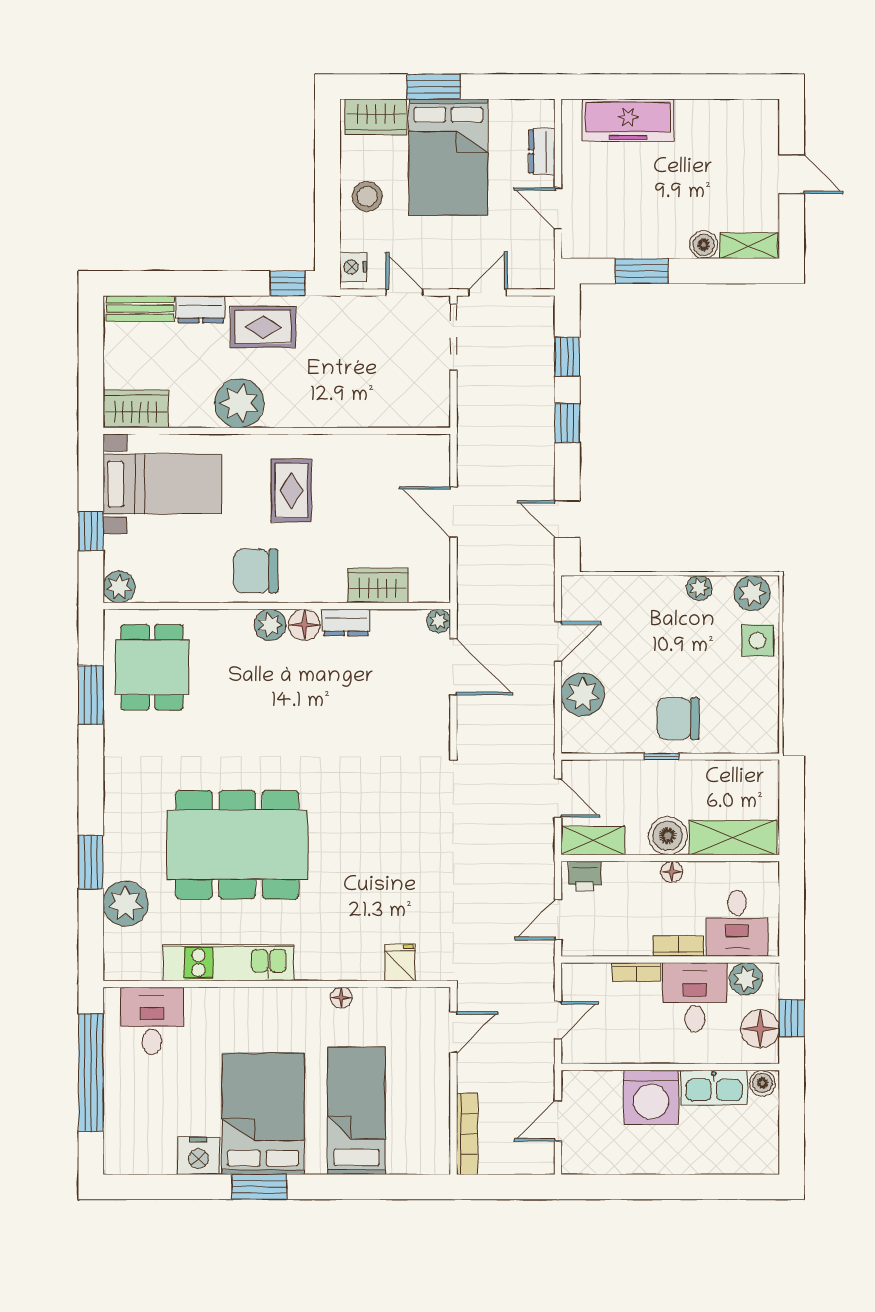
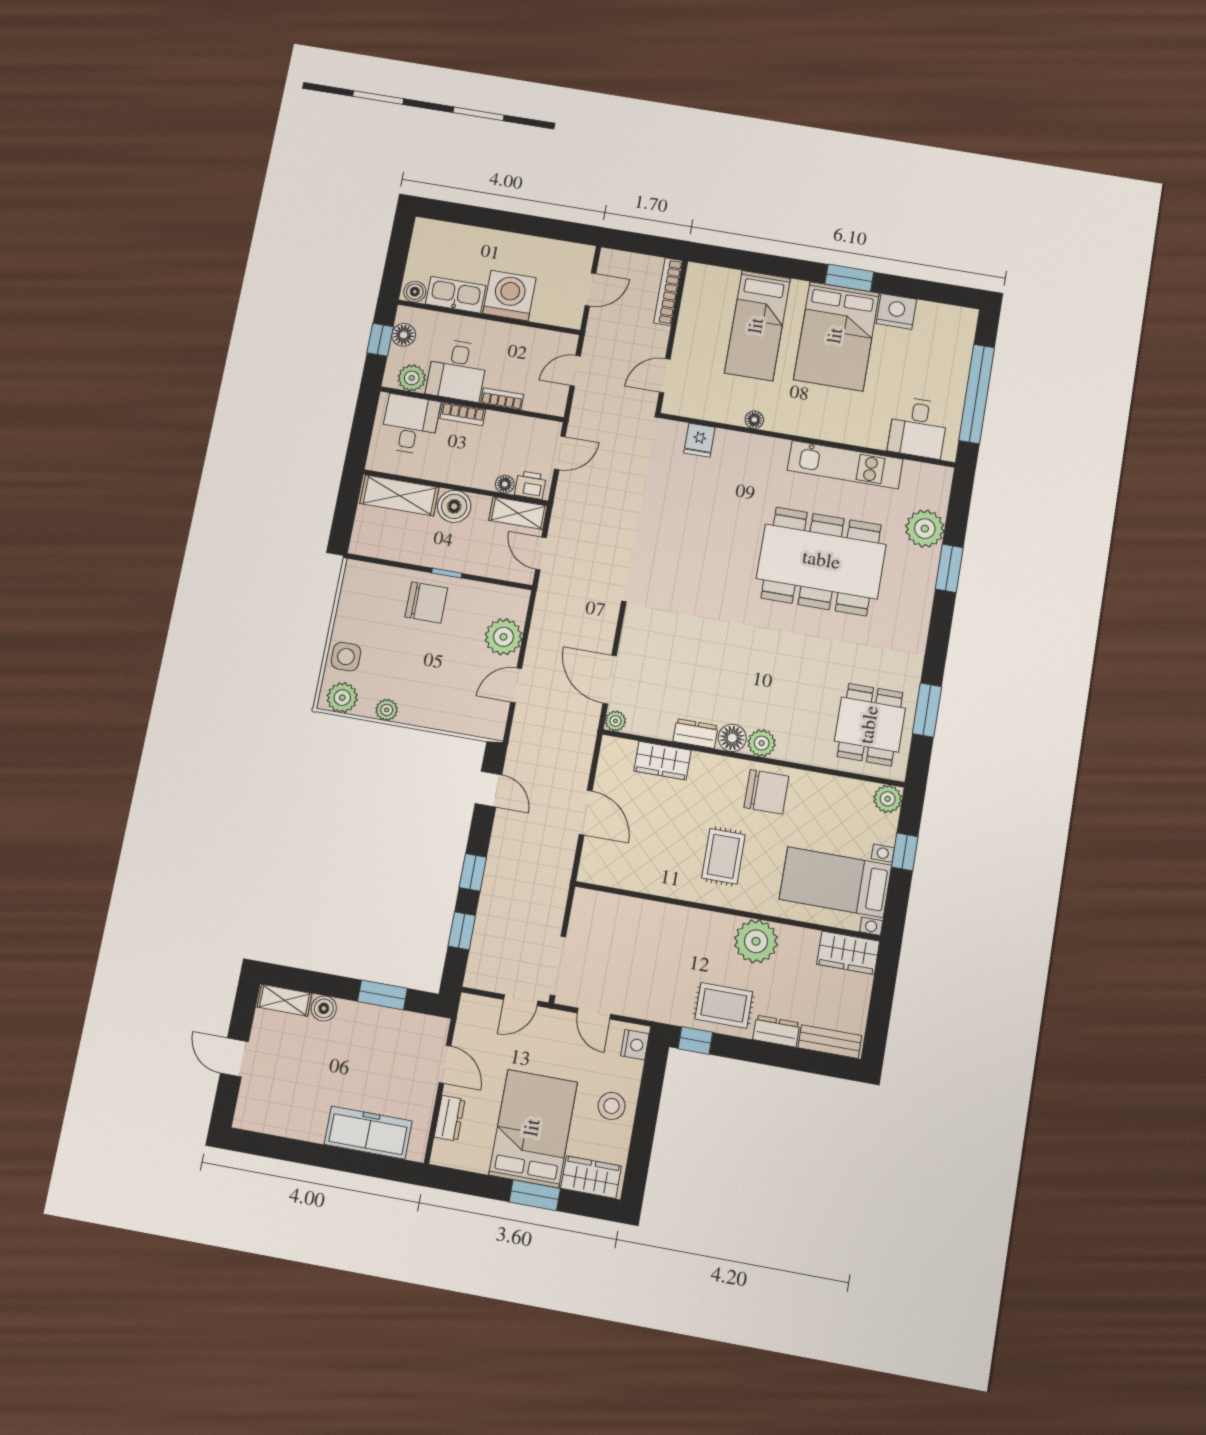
floor lamp: (672, 872) -> (505, 484), moved
floor lamp: (760, 1029) -> (404, 335), width x0.73, depth x0.73

